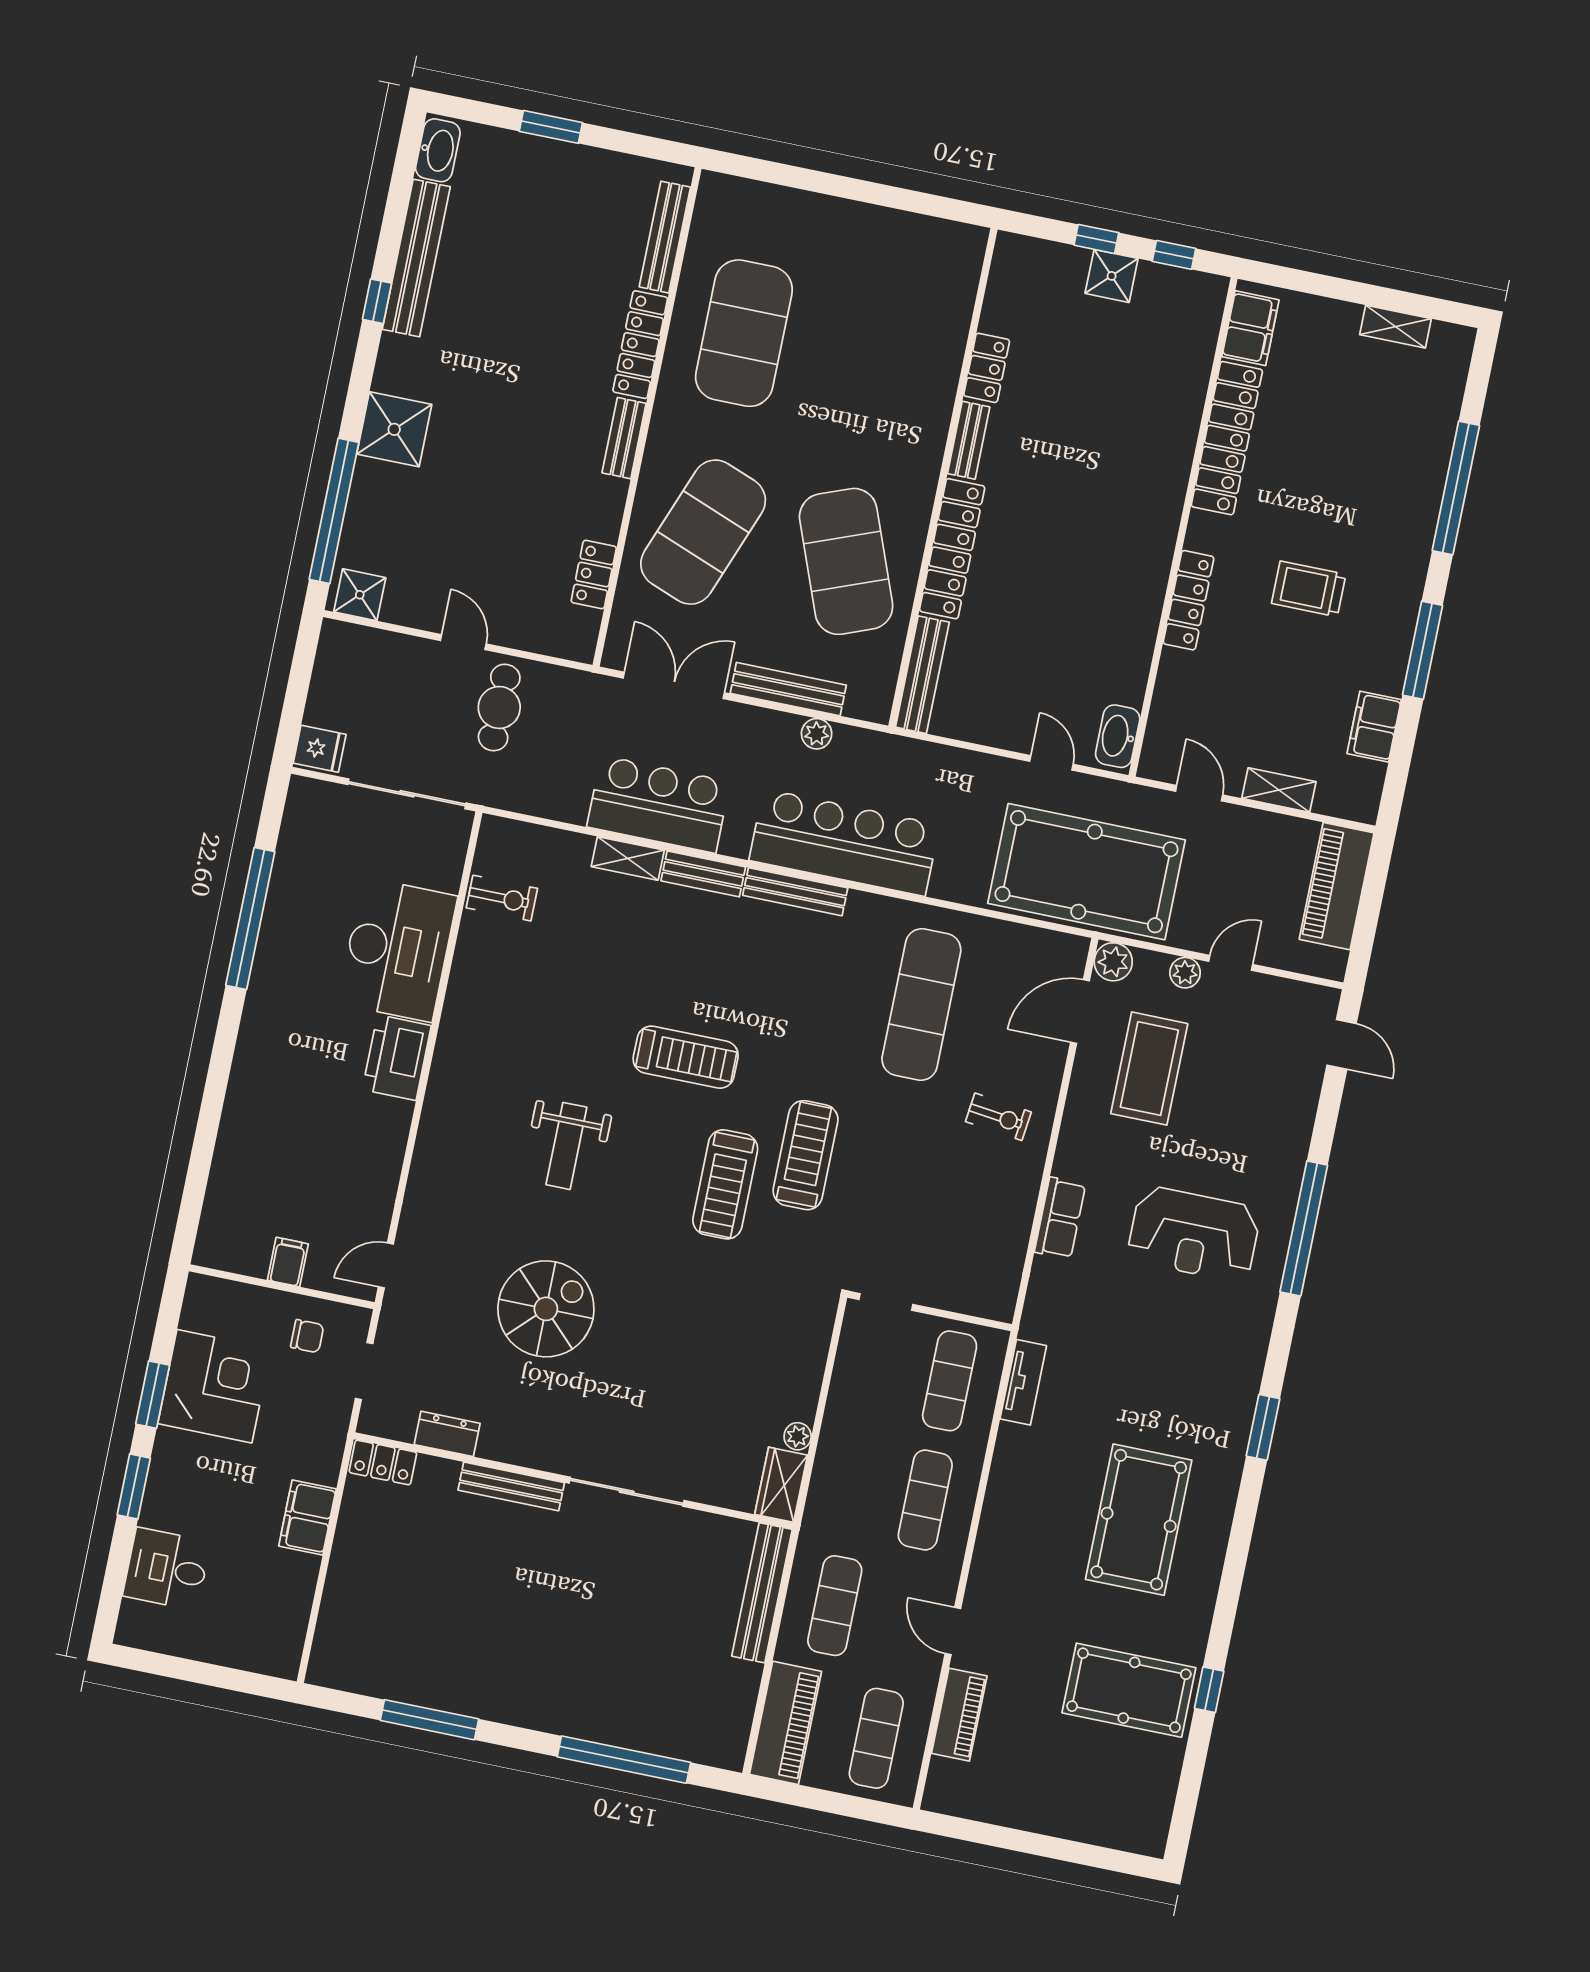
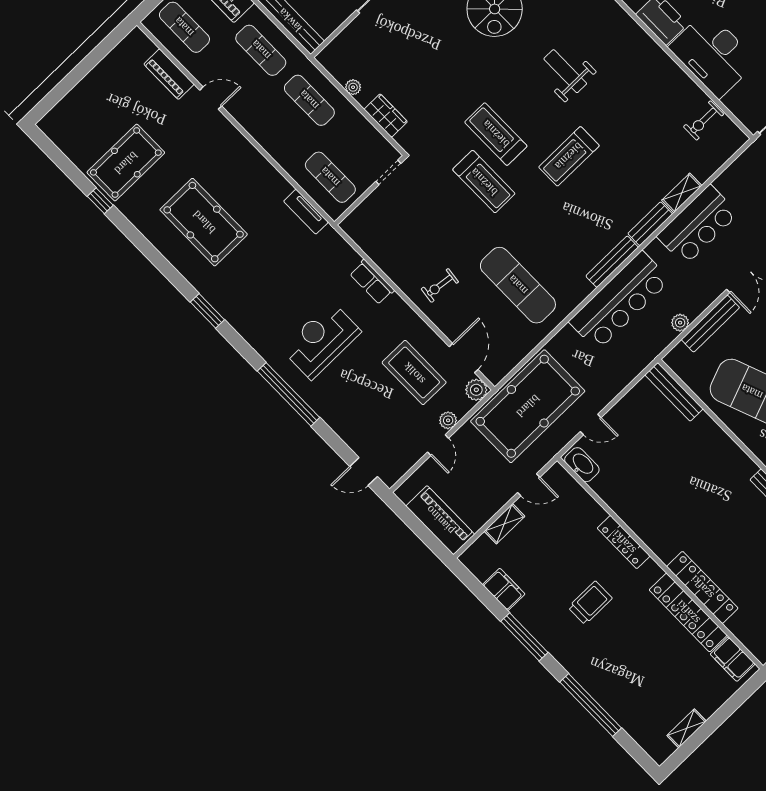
locker: (952, 549) -> (702, 587), moved, turned 180
wardrobe: (781, 1485) -> (386, 116), moved
exercise mat: (925, 1500) -> (309, 100), moved

